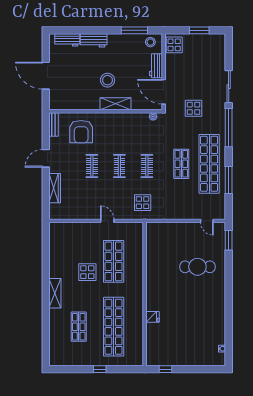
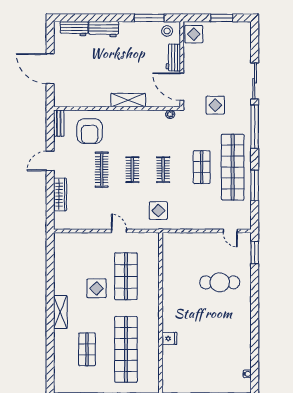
stool: (108, 80) -> (119, 74), removed
clothes rail: (92, 166) -> (102, 170), width x1.36

